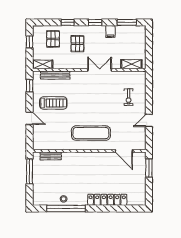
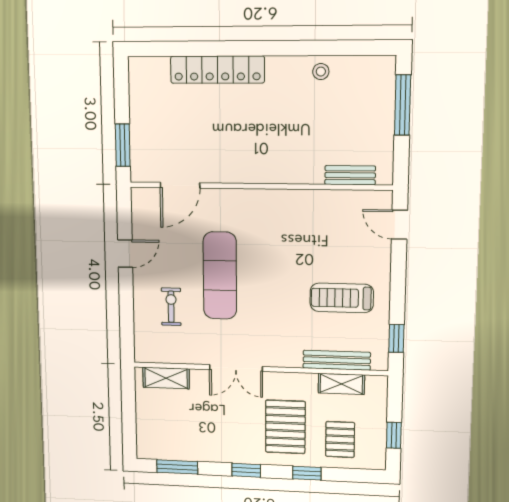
filing cabinet: (110, 32) -> (212, 450), removed
pallet: (77, 44) -> (285, 427), width x1.50, depth x1.42
shelving: (43, 64) -> (341, 384), moved
door: (30, 118) -> (399, 225), moved
exercise mat: (91, 133) -> (220, 276), moved, turned 90
door: (124, 151) -> (180, 185), swing flipped
window: (30, 171) -> (403, 105), moved
window: (66, 209) -> (315, 48), removed

